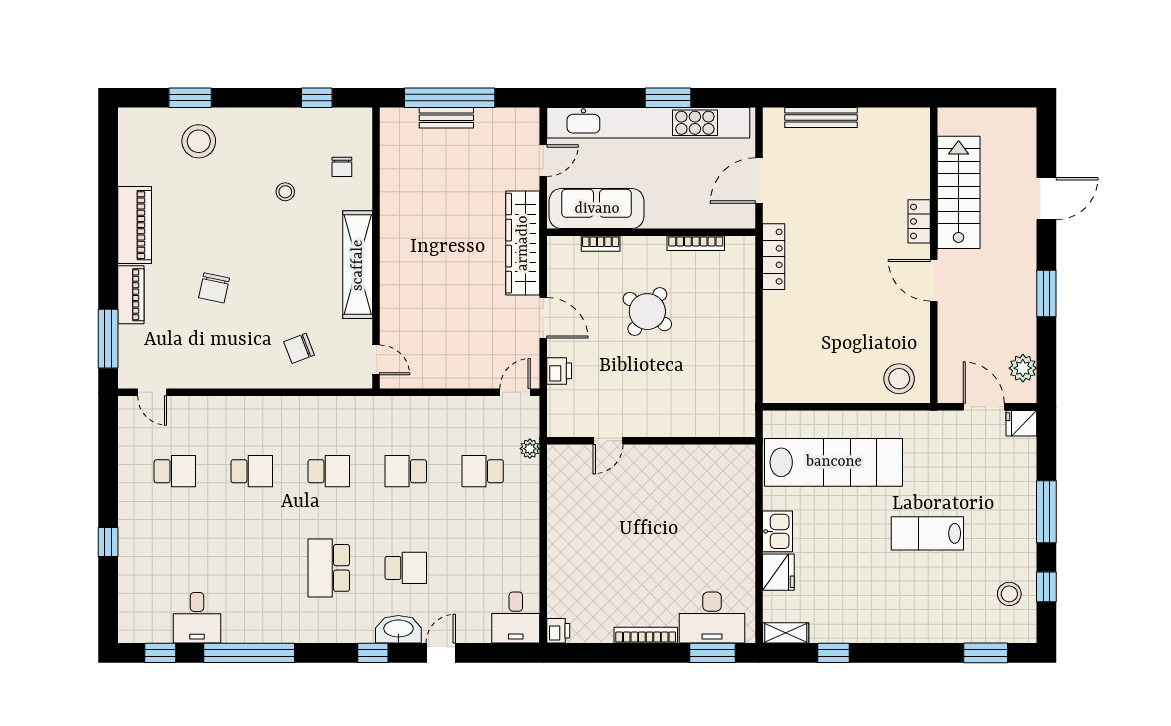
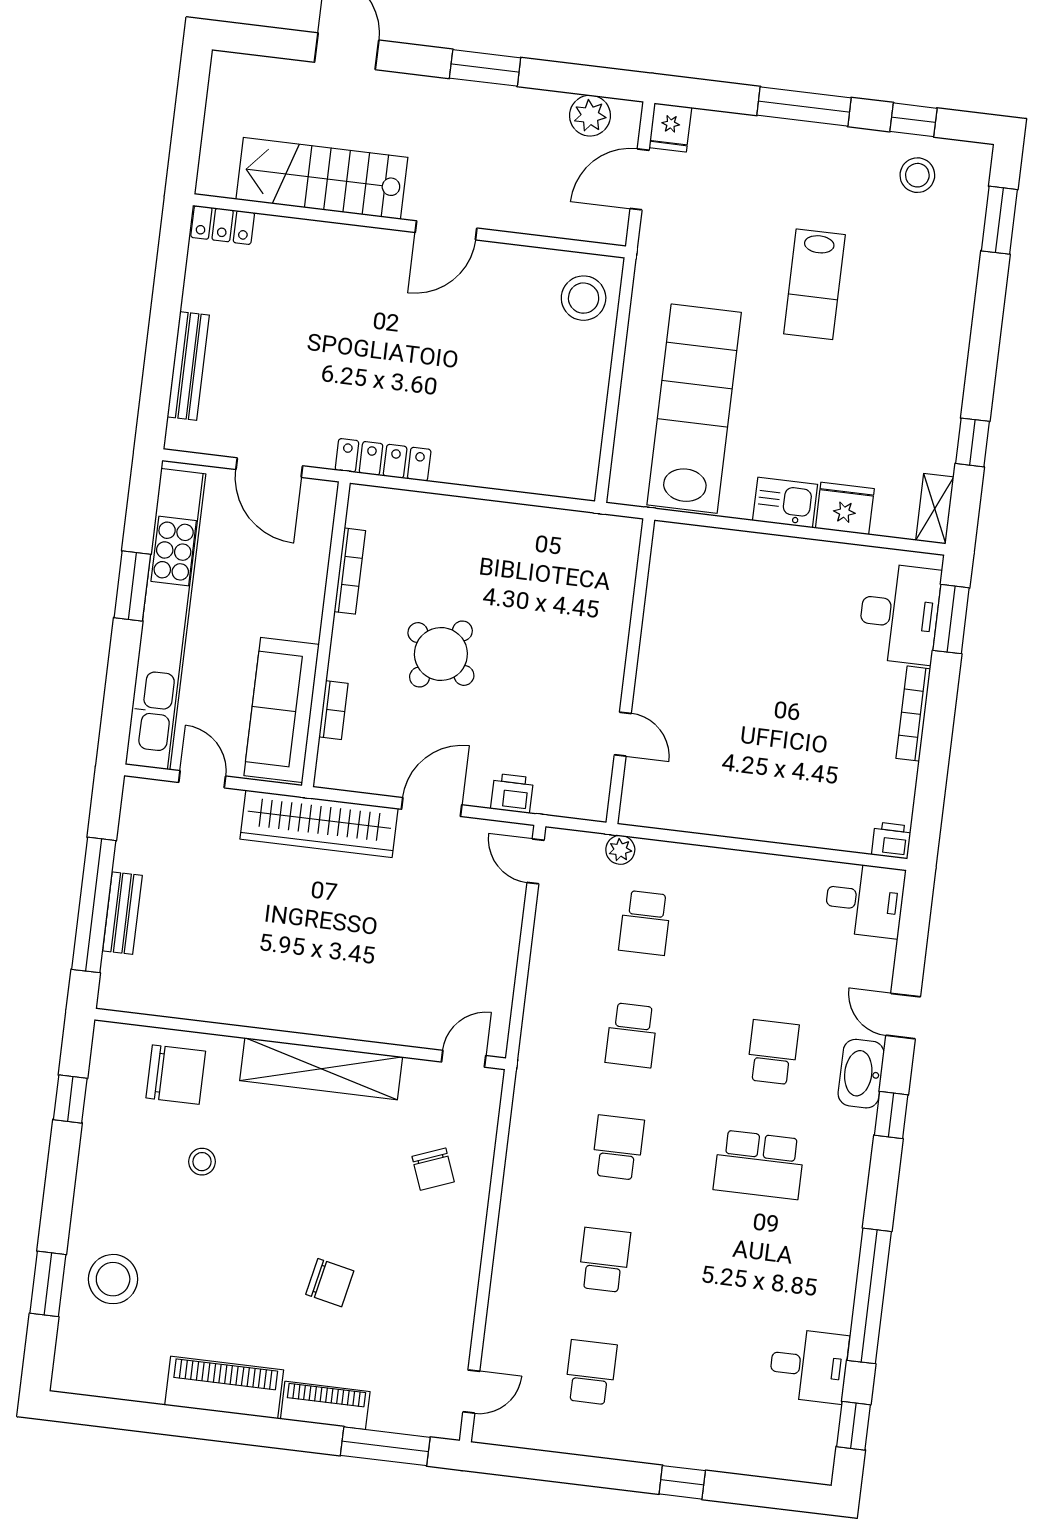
chair: (342, 167) -> (176, 1075), width x1.87, depth x1.87
locker: (919, 221) -> (223, 225), moved

